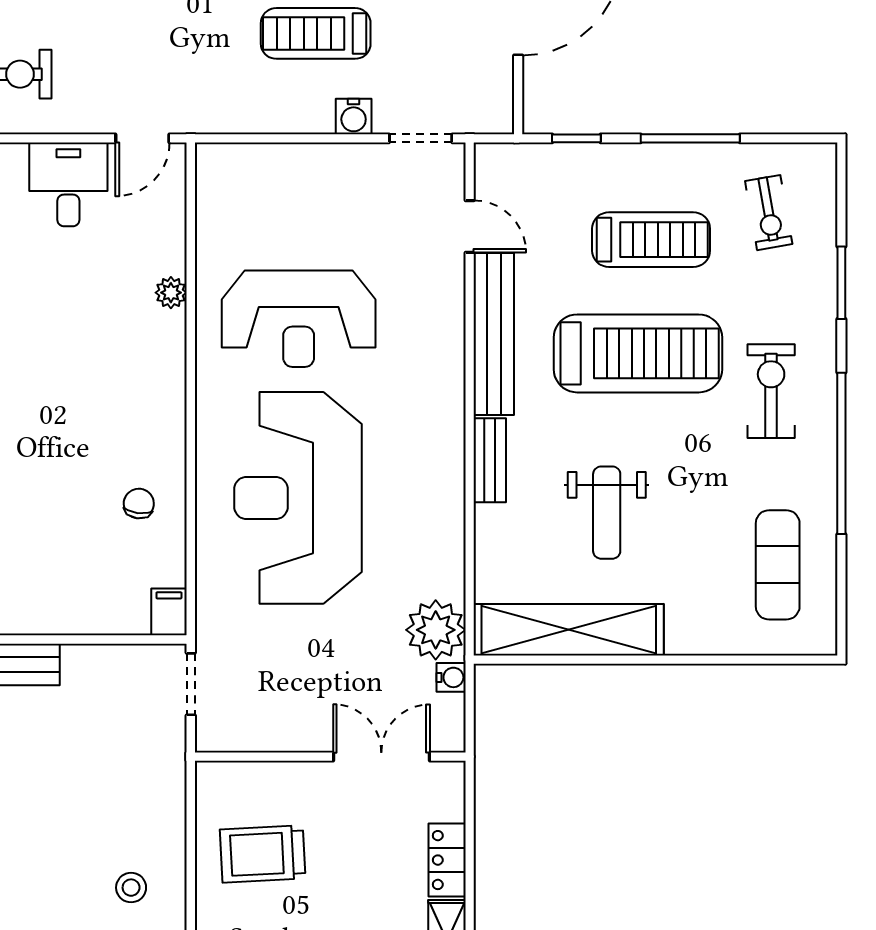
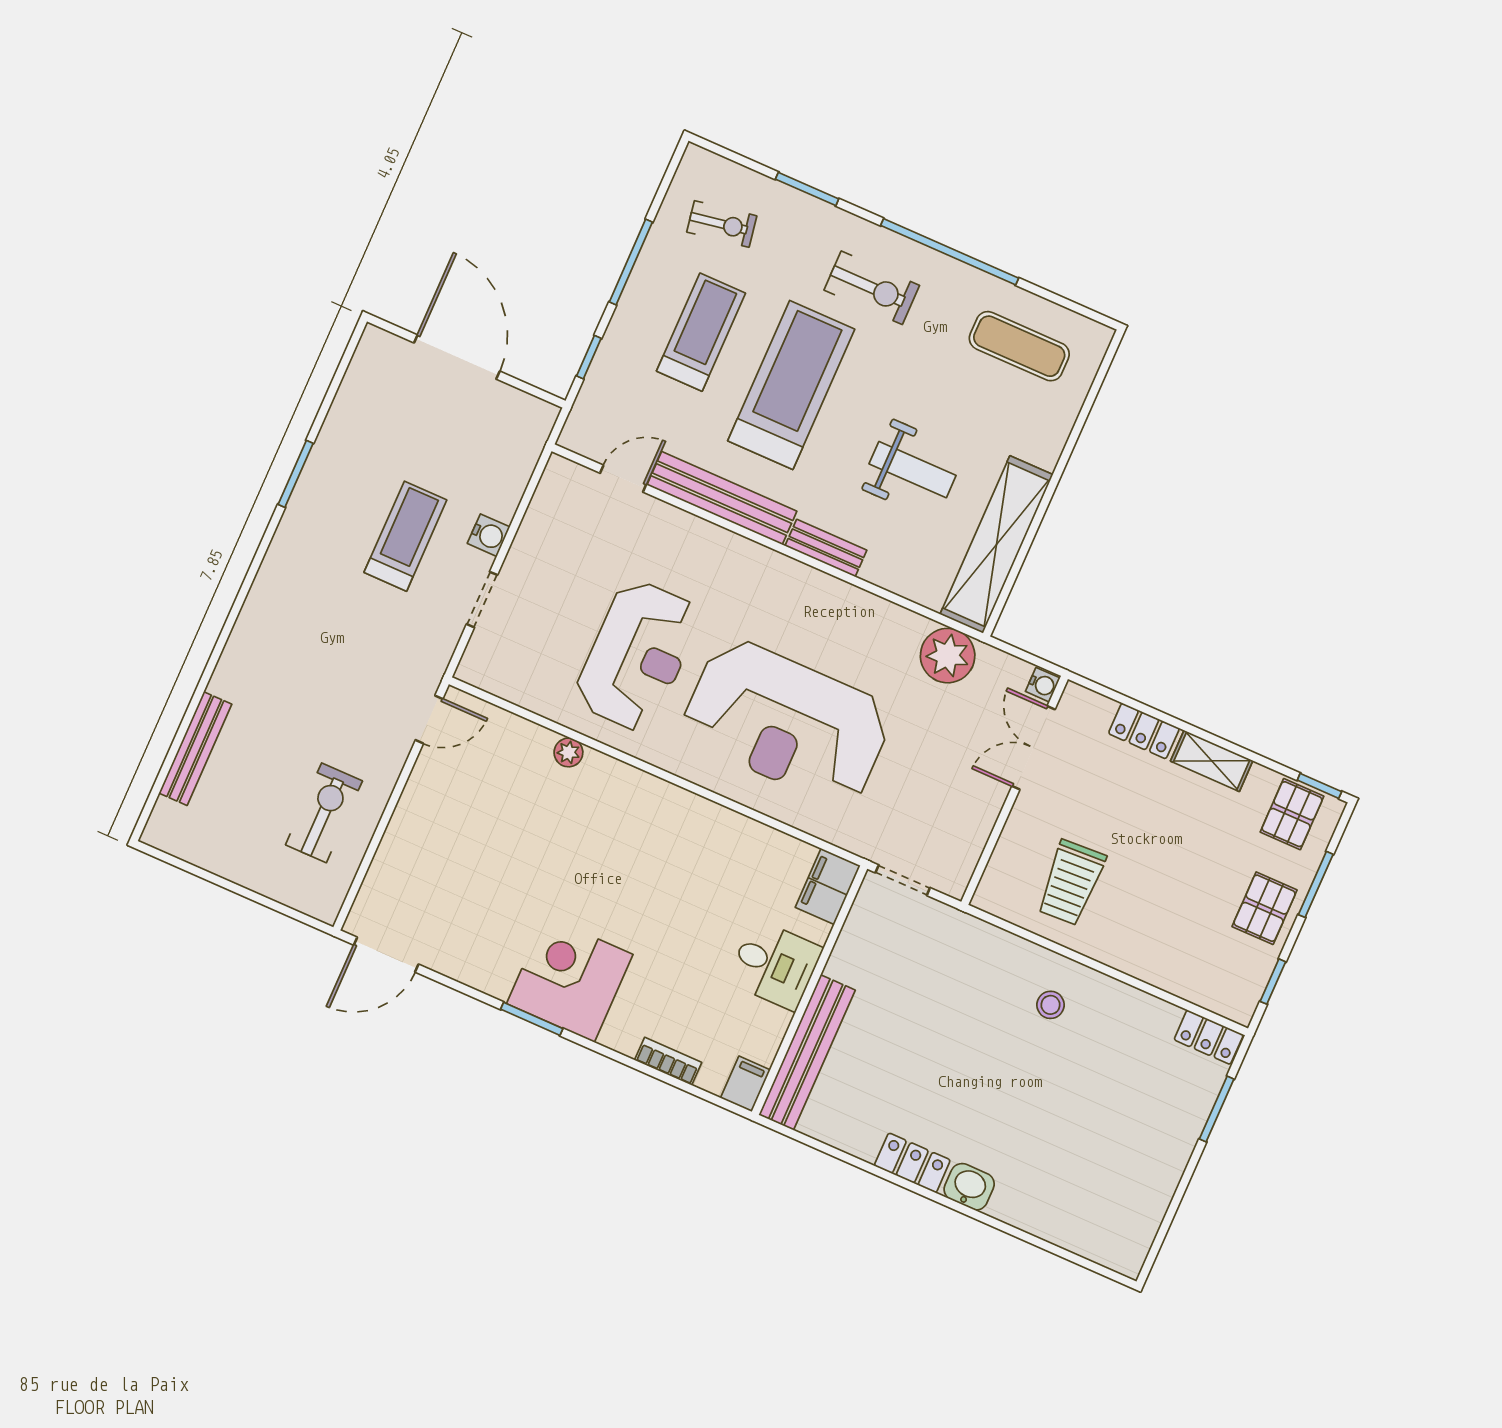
treadmill: (316, 33) -> (405, 536), turned 180
door: (142, 138) -> (429, 719), hinge flipped
doorway: (421, 138) -> (482, 600), moved
desk: (68, 184) -> (775, 965), moved, turned 180
exercise bike: (771, 391) -> (872, 288), turned 180
chair: (139, 504) -> (733, 857), removed
filing cabinet: (169, 612) -> (828, 886), width x2.00
water cooler: (451, 677) -> (1043, 685), moved, turned 90

